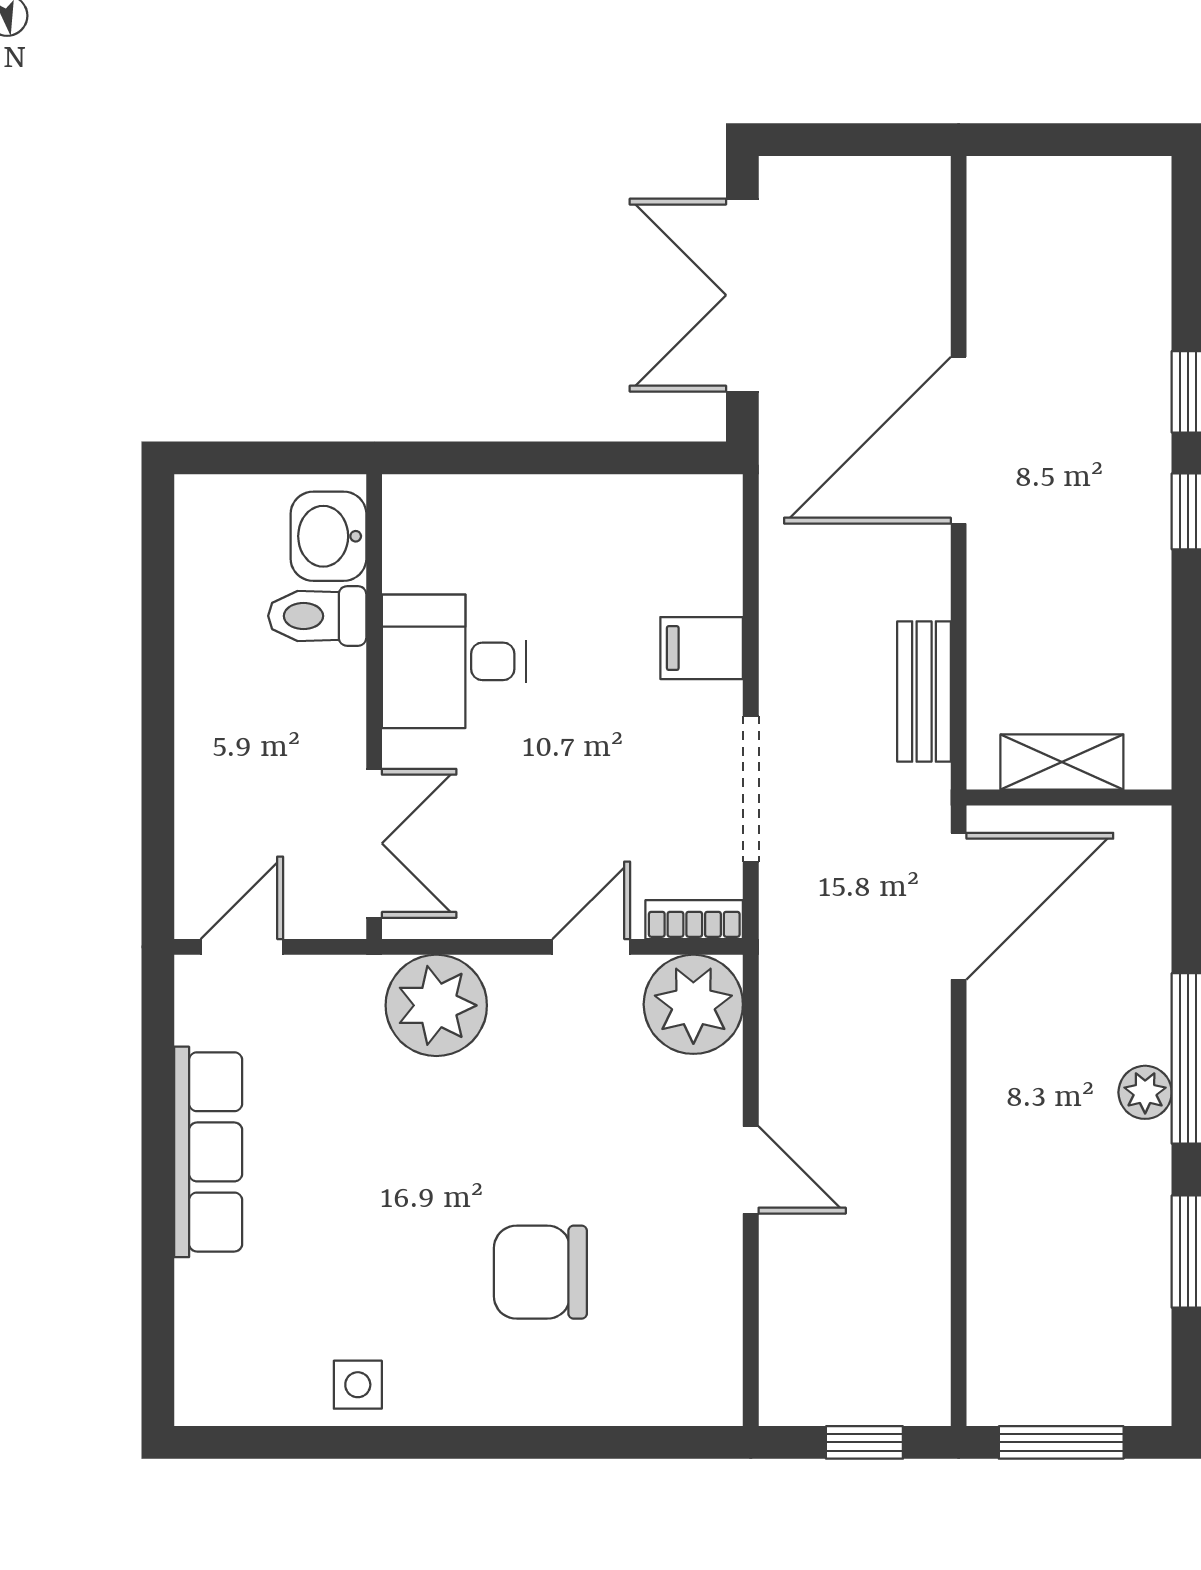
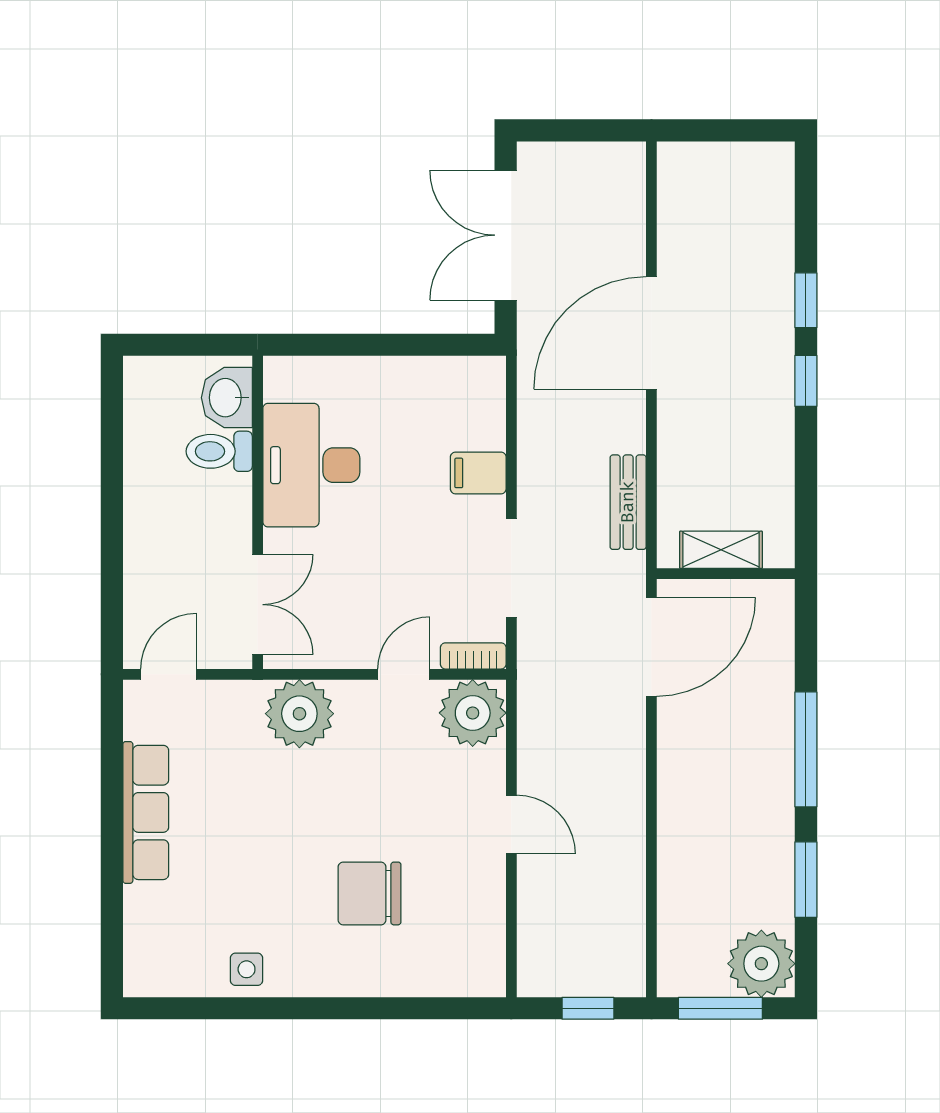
desk: (454, 661) -> (311, 465), width x1.37
plant: (1145, 1092) -> (761, 964), moved, width x1.87, depth x1.87

